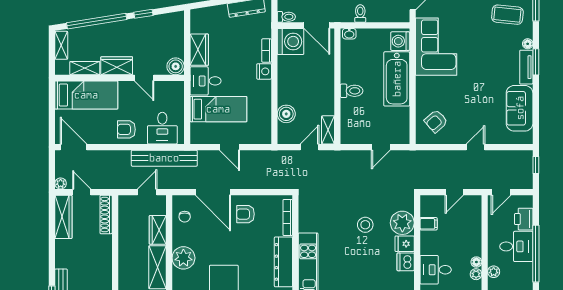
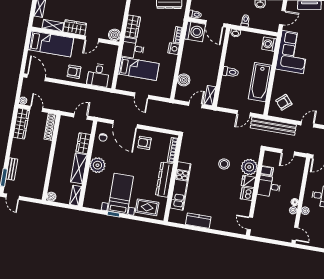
door: (144, 78) -> (92, 39), hinge flipped
bathtub: (397, 79) -> (260, 82), moved
bench: (164, 158) -> (273, 126), moved
desk: (436, 270) -> (269, 186), moved

